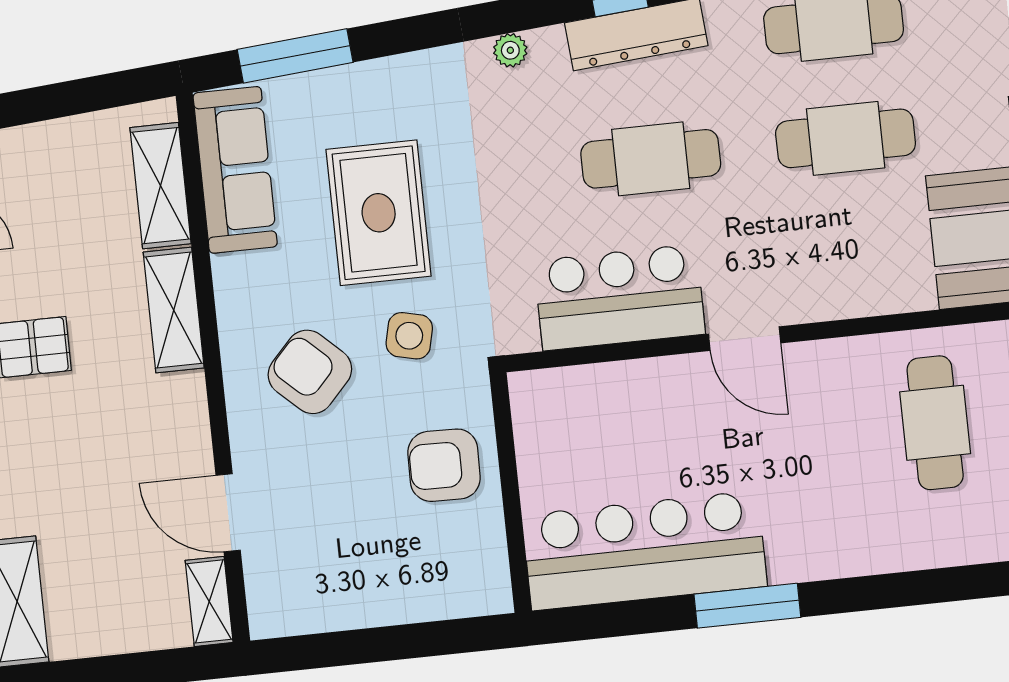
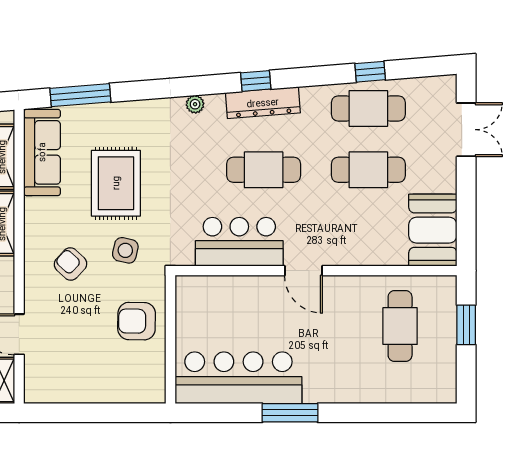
armchair: (310, 372) -> (70, 264), width x0.72, depth x0.72

